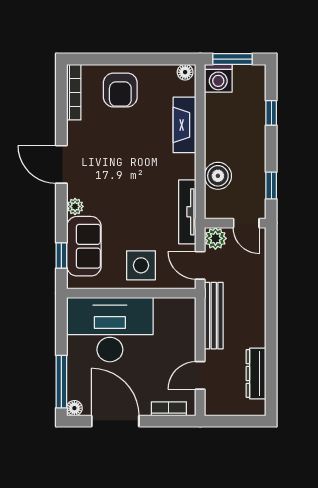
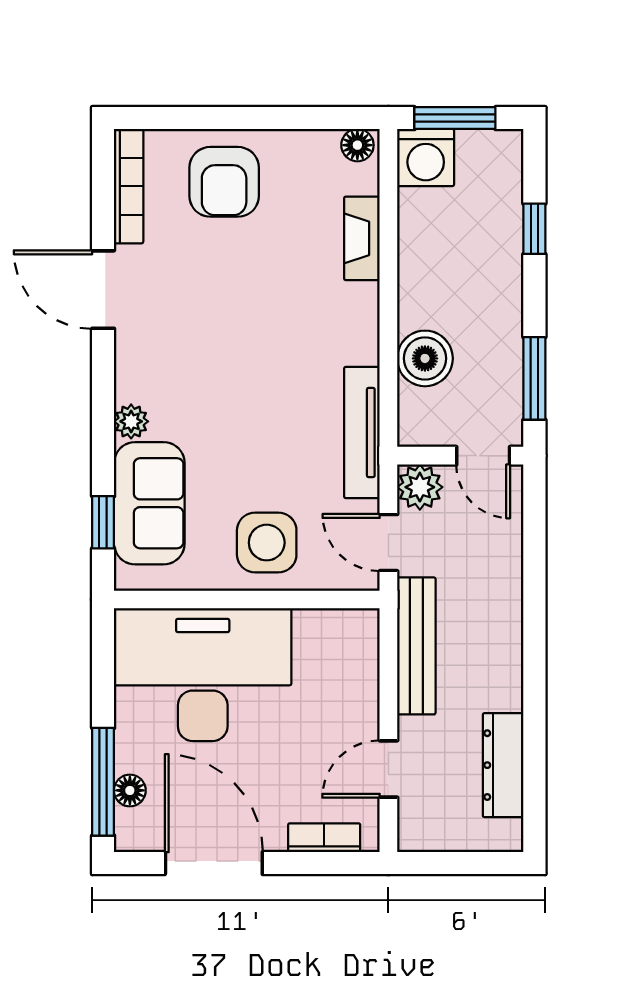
fireplace: (184, 125) -> (362, 238), width x0.73, depth x0.76
door: (61, 164) -> (103, 290), moved
window: (271, 186) -> (534, 378), width x1.50
floor lamp: (74, 408) -> (130, 790), moved

